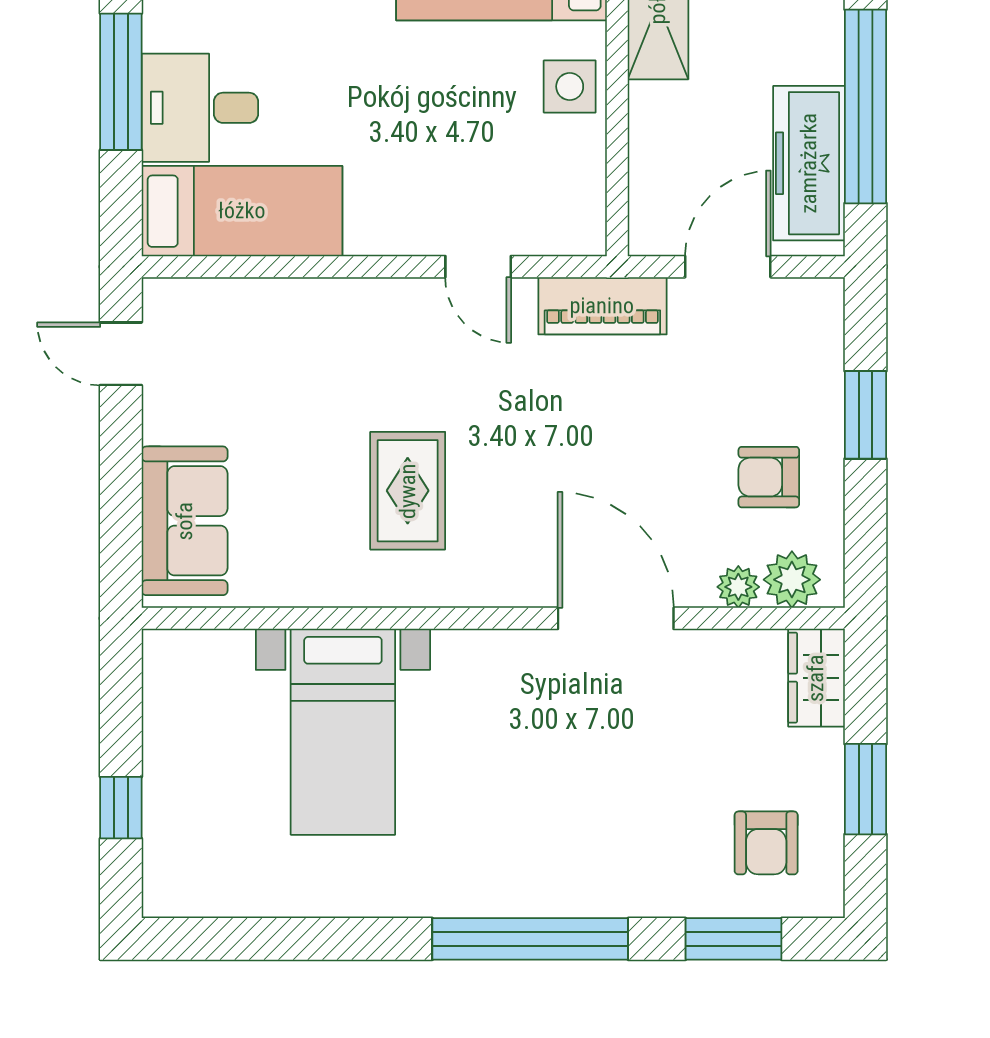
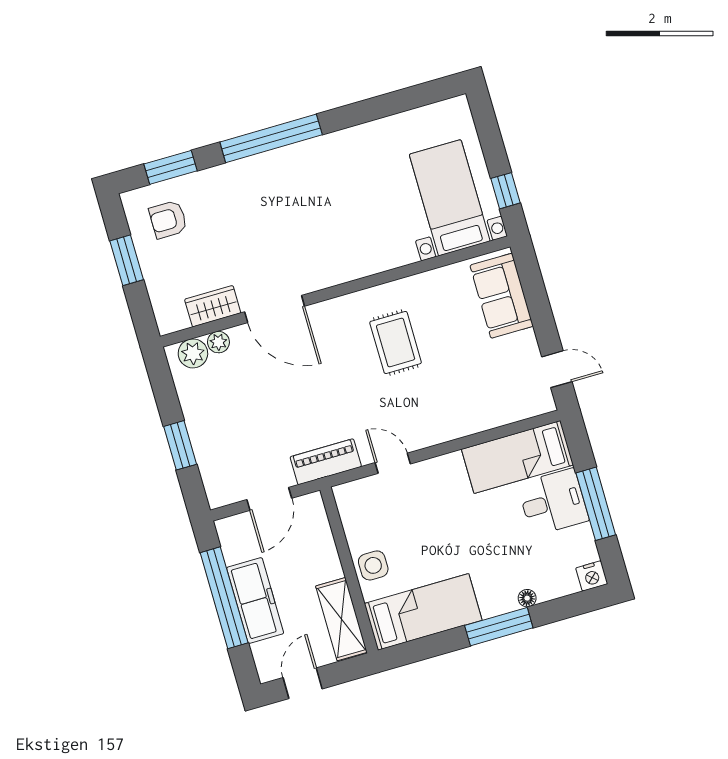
freezer: (809, 163) -> (255, 601), moved
armchair: (769, 477) -> (219, 401), removed
wardrobe: (816, 678) -> (213, 306), moved, turned -90
bed with nightstands: (343, 732) -> (450, 198), moved
window: (121, 808) -> (505, 191), moved
armchair: (766, 843) -> (168, 219), turned -90

